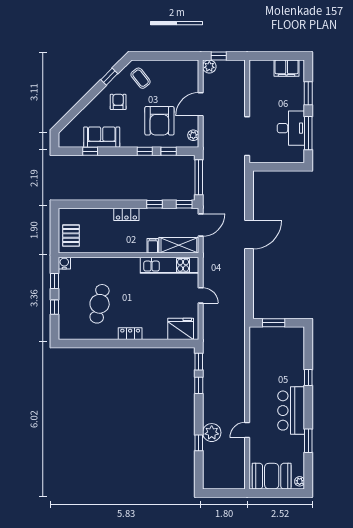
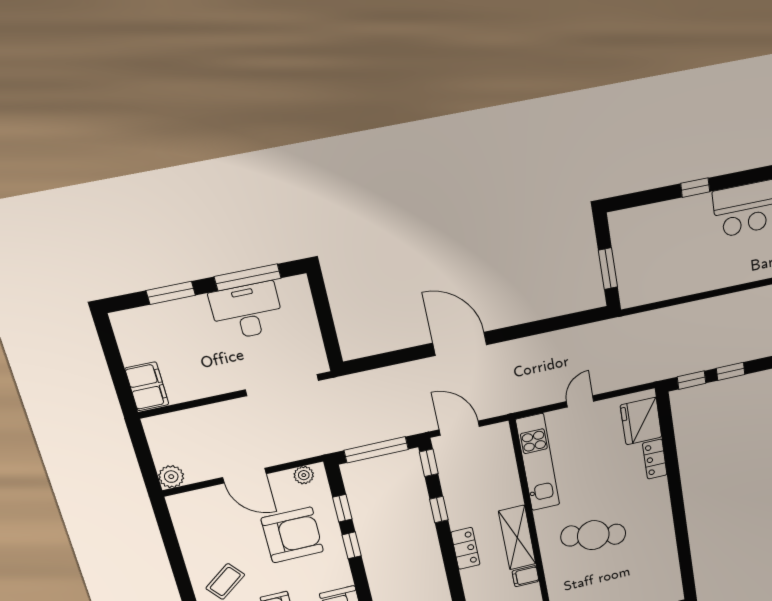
window: (219, 56) -> (147, 465), removed
filing cabinet: (287, 68) -> (147, 386), moved
shelving: (179, 245) -> (517, 538), moved
filing cabinet: (153, 246) -> (526, 576), moved
cafe table: (100, 304) -> (593, 535), moved
locker: (130, 334) -> (655, 459), moved

